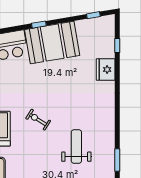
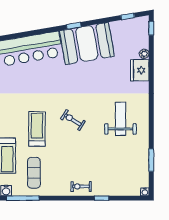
window: (117, 45) -> (151, 28), moved
plant: (110, 53) -> (144, 54), added
weight bench: (76, 147) -> (121, 119), moved

